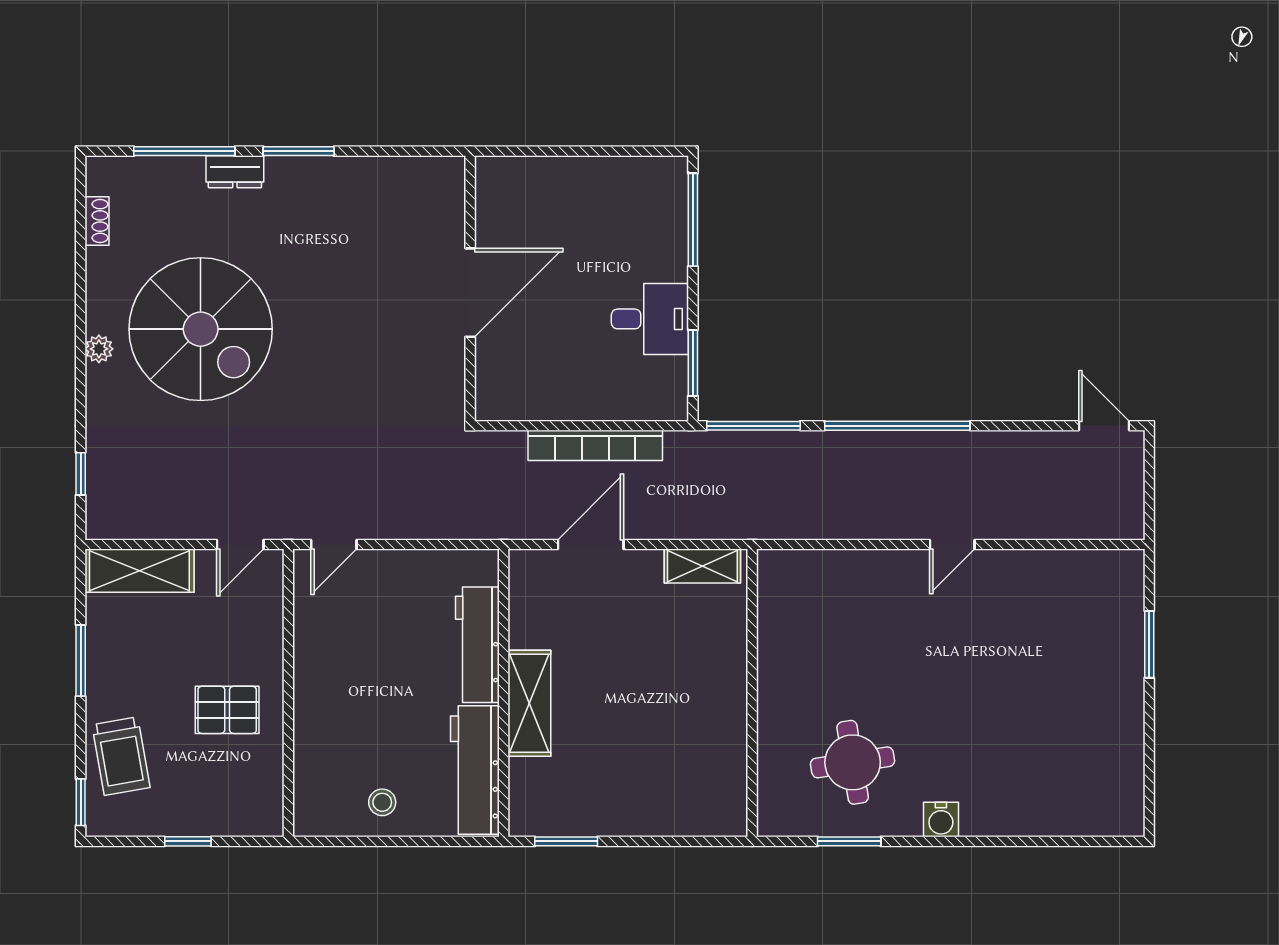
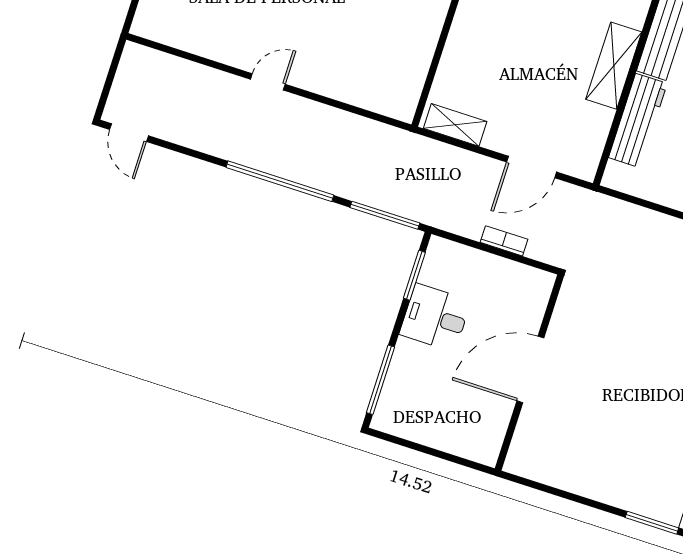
wall: (470, 288) -> (529, 373), moved
door: (470, 293) -> (530, 369), moved
bookcase: (595, 445) -> (504, 241), width x0.43, depth x0.76

